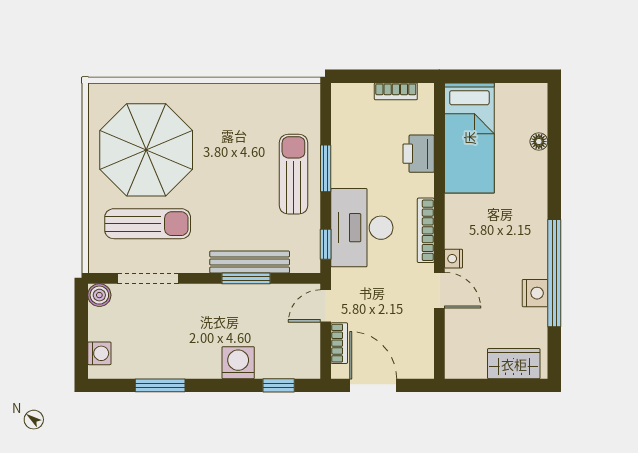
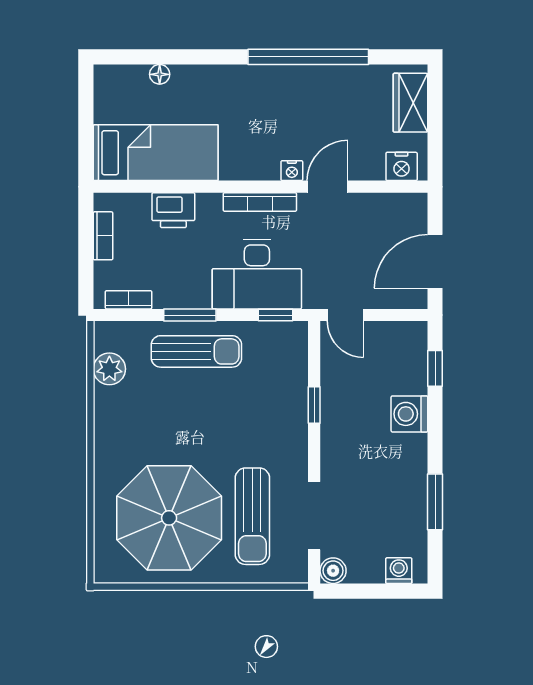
plant: (278, 97) -> (109, 369), added
sun lounger: (293, 174) -> (196, 351), turned 180
sun lounger: (148, 224) -> (252, 516), turned 180
bench: (250, 262) -> (296, 401), removed
window: (246, 278) -> (314, 405), width x0.67
nightstand: (535, 293) -> (402, 166), moved, turned 180
bookcase: (339, 343) -> (129, 300), moved

